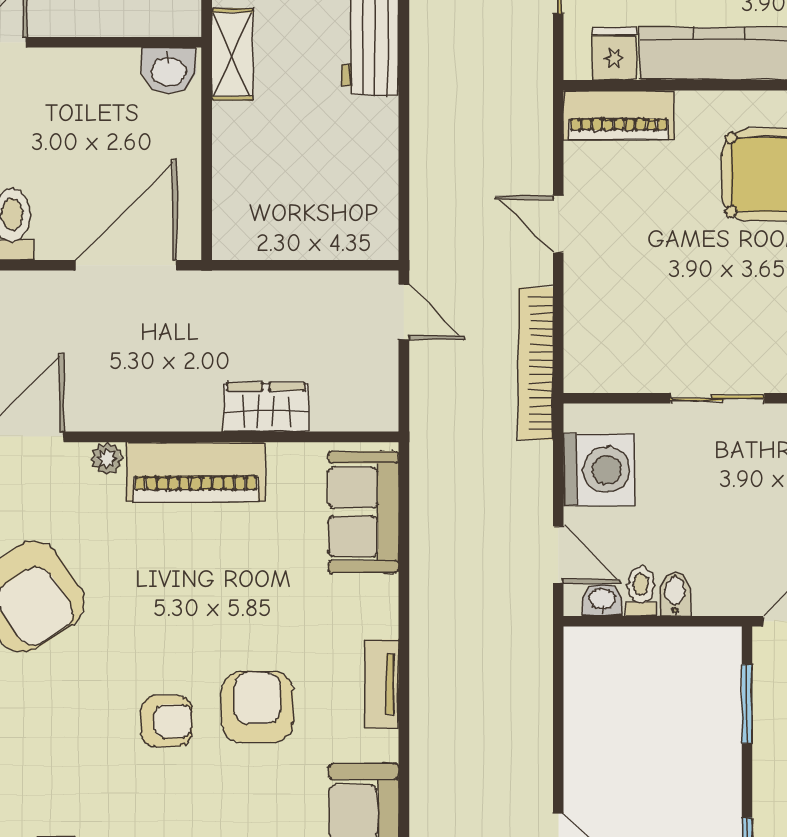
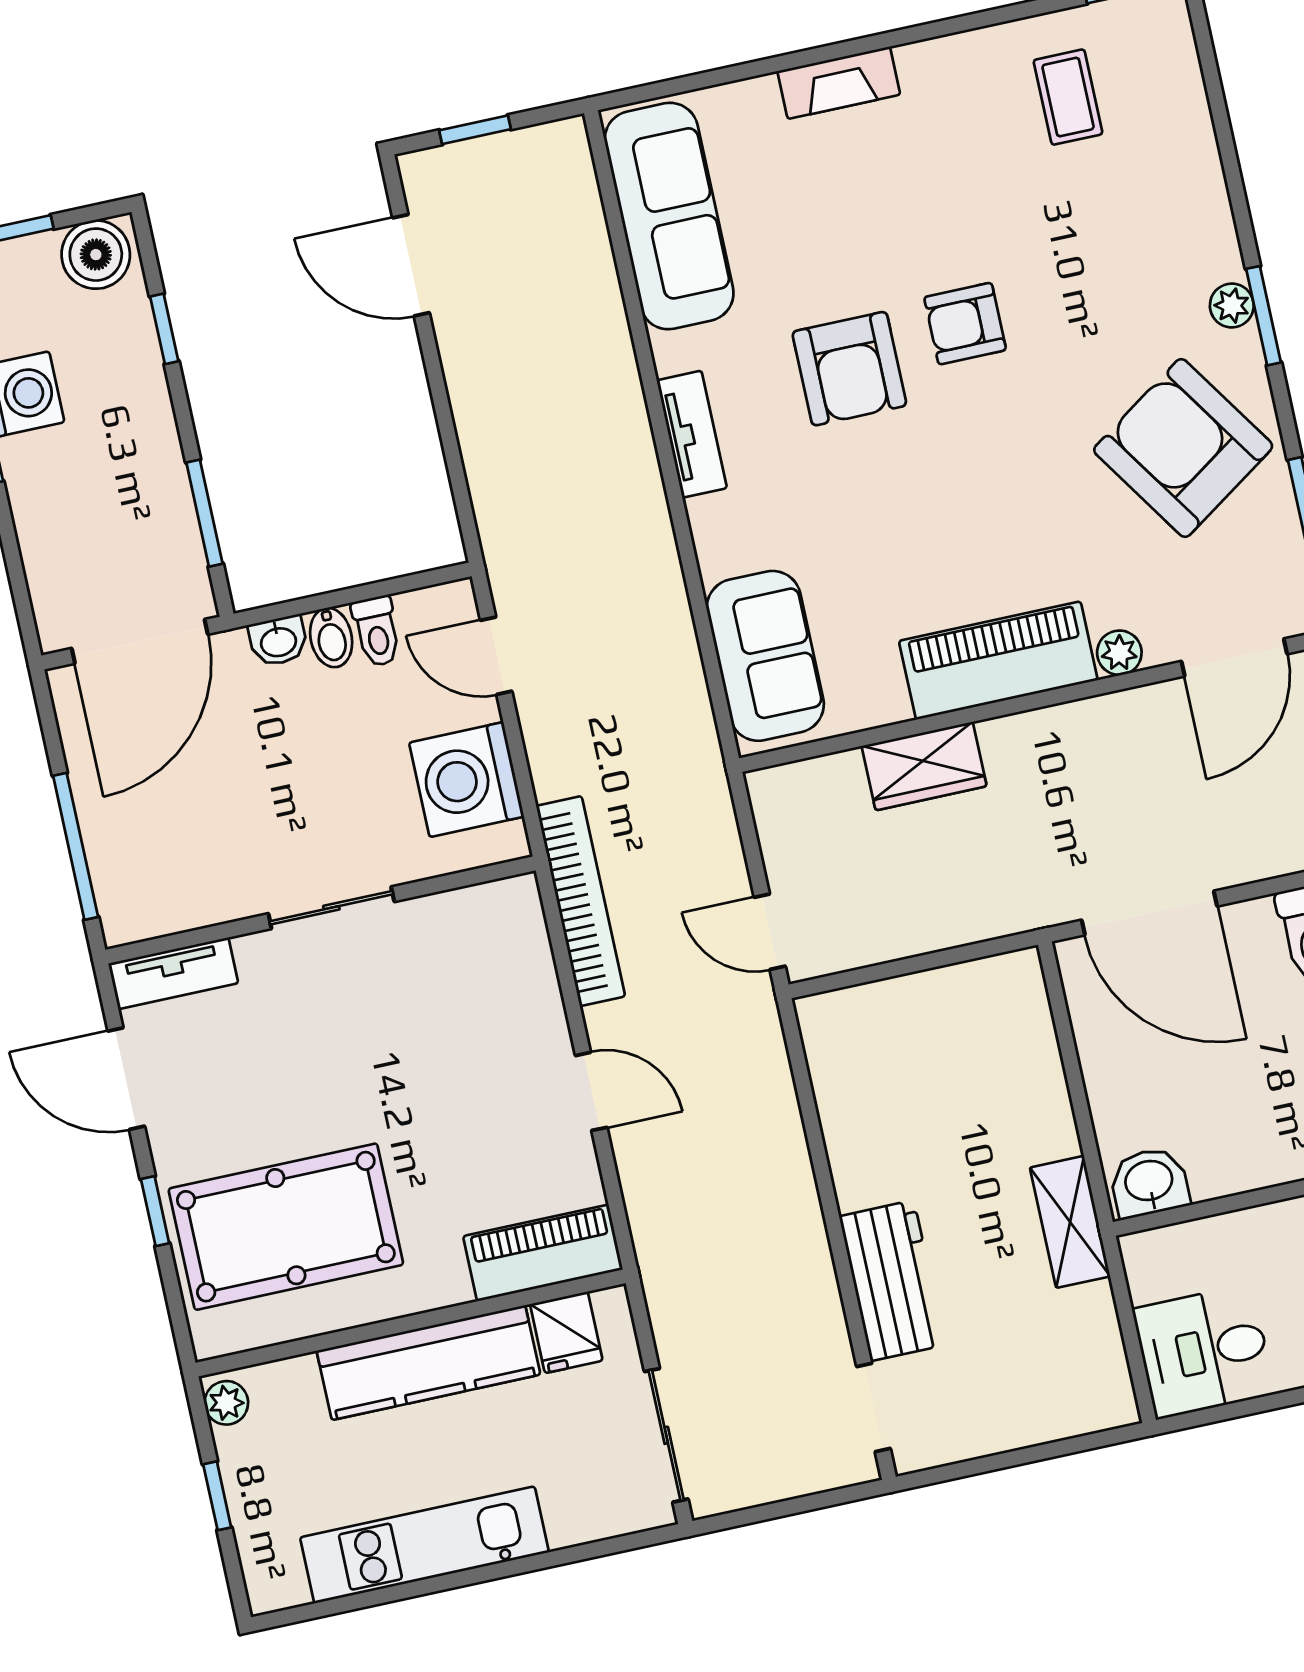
door: (126, 265) -> (1149, 913), hinge flipped
washbasin: (602, 600) -> (278, 641), moved

